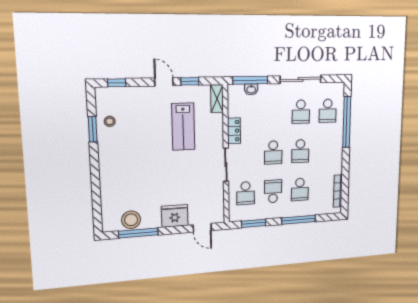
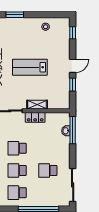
sliding door: (301, 79) -> (73, 185), moved
shelving: (217, 99) -> (37, 105), moved
school desk: (328, 111) -> (17, 193), moved
lab bench: (183, 127) -> (30, 67), moved
window: (93, 129) -> (15, 15), moved

